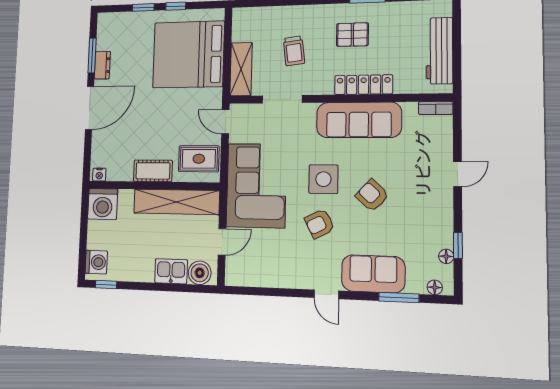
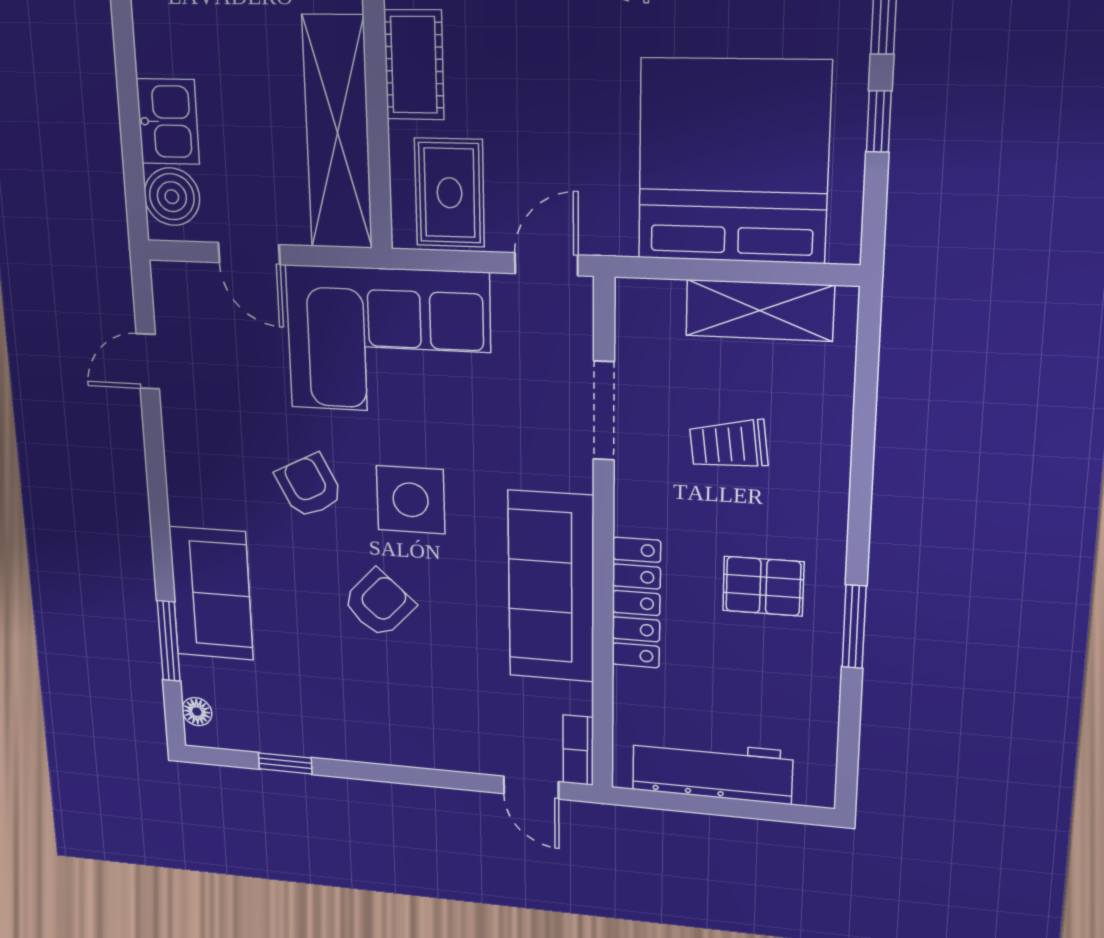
pallet: (352, 35) -> (763, 586), turned 90
shelving: (241, 69) -> (760, 310), moved
door: (457, 174) -> (531, 788), moved
floor lamp: (446, 256) -> (261, 739), removed
door: (326, 294) -> (148, 361), moved

